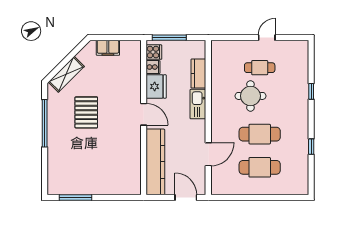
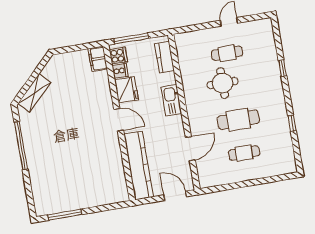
filing cabinet: (108, 48) -> (98, 59), moved, turned 90
kitchen counter: (198, 74) -> (164, 57), moved
pallet: (86, 112) -> (61, 128), removed
cafe table: (260, 167) -> (244, 153), width x0.73, depth x0.74

